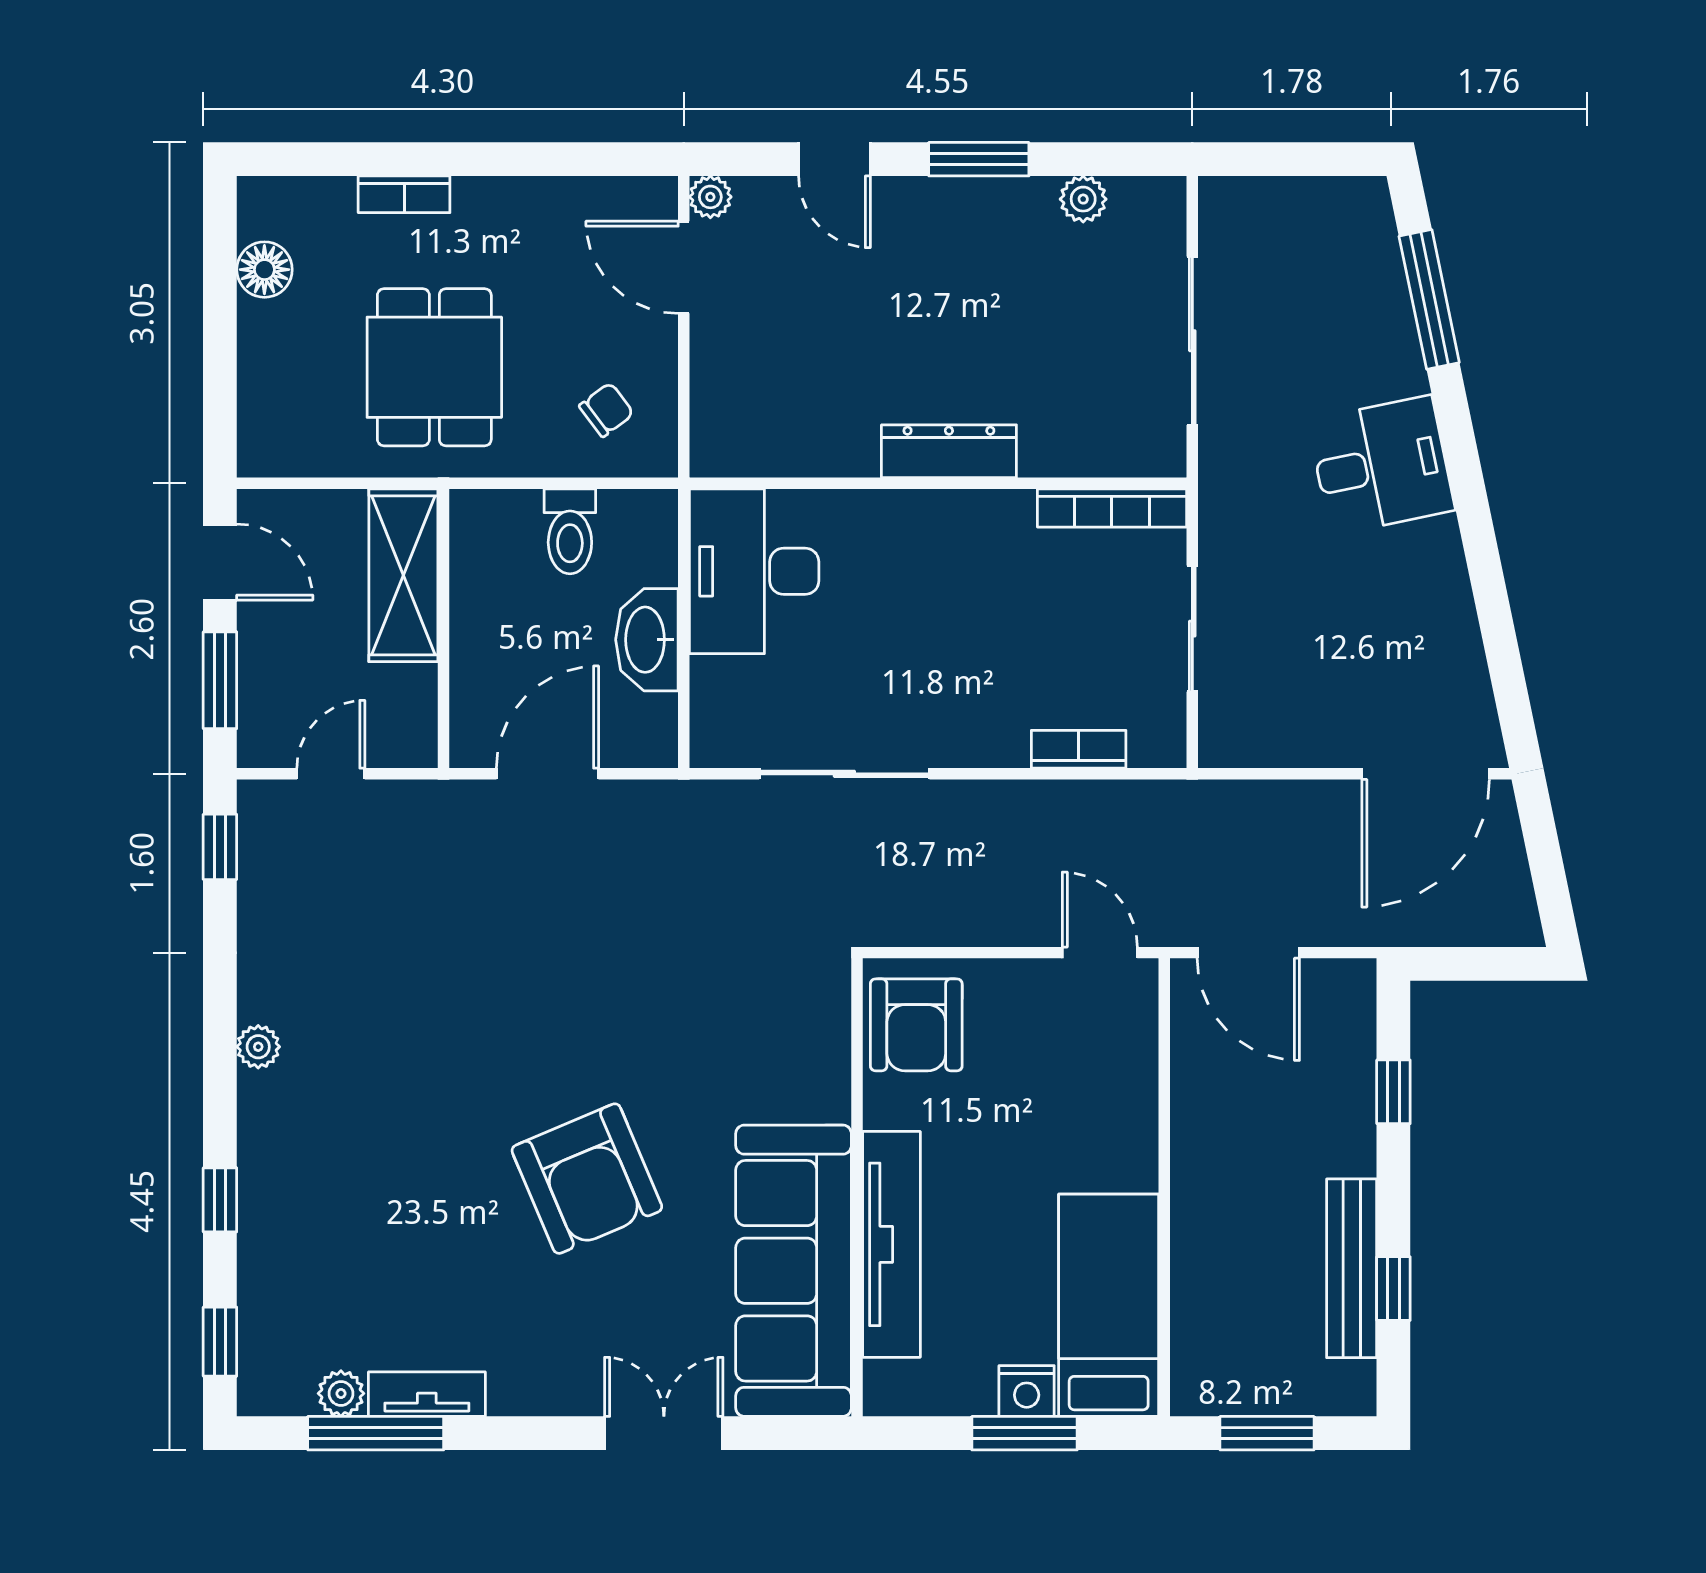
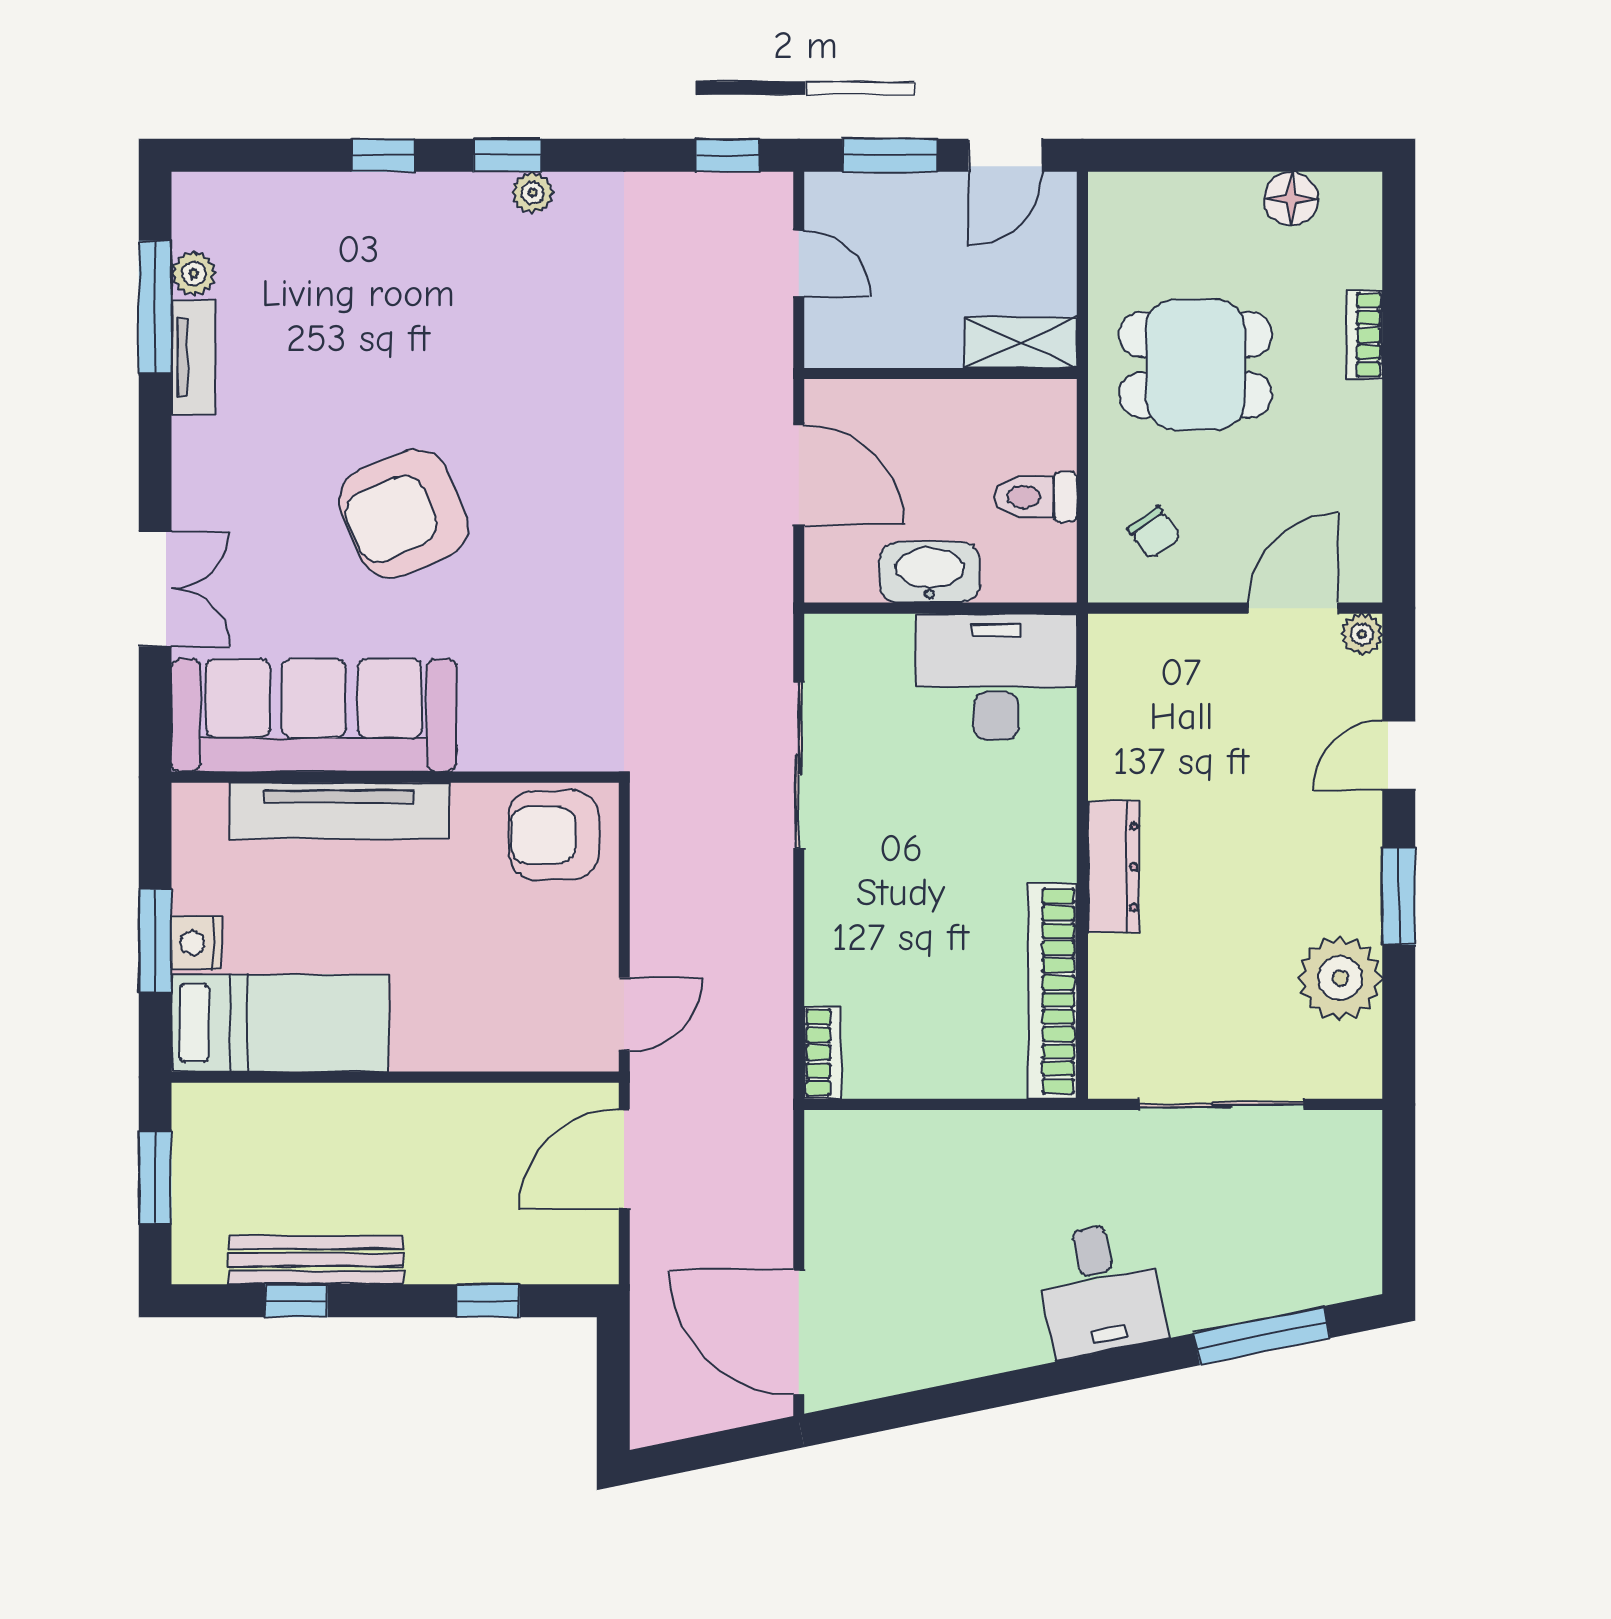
plant: (1083, 199) -> (1340, 978), width x1.88, depth x1.88
bookcase: (1112, 508) -> (1052, 991), width x1.48, depth x1.31
shelving: (403, 575) -> (1021, 343), width x0.67, depth x0.75
sliding door: (1192, 629) -> (941, 1104), removed
bookcase: (1079, 749) -> (823, 1053), moved
window: (220, 1342) -> (507, 155), moved

